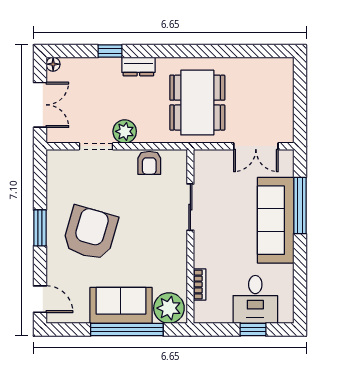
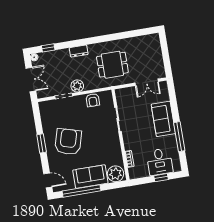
window: (110, 51) -> (48, 48), moved
dining table: (197, 103) -> (112, 65), width x0.73
window: (300, 206) -> (179, 137), moved
sofa: (276, 220) -> (163, 119), width x0.73
window: (127, 330) -> (81, 191), moved

